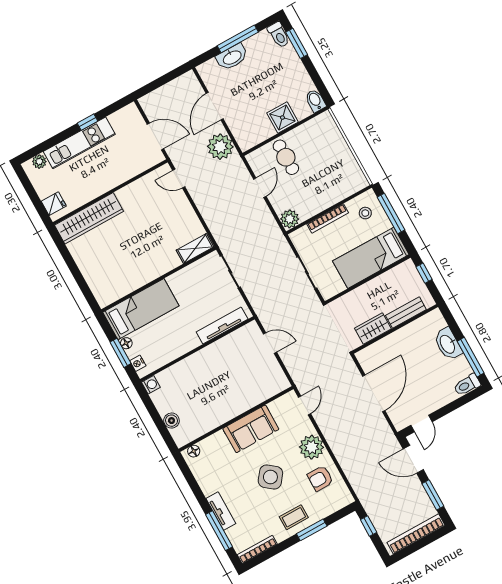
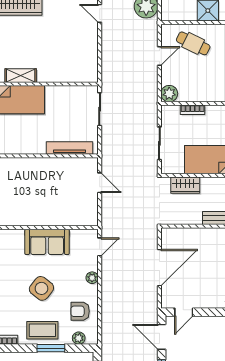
cafe table: (286, 157) -> (193, 43), turned -64
bookcase: (328, 218) -> (193, 110), width x0.64
shelving: (195, 248) -> (21, 76), moved
wardrobe: (373, 329) -> (185, 185), moved, turned 180
plant: (312, 447) -> (92, 278), width x0.53, depth x0.53
plant: (333, 505) -> (79, 338), added
coffee table: (294, 517) -> (42, 330), width x1.36, depth x1.30

